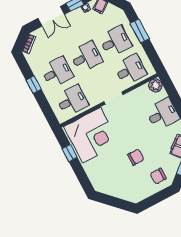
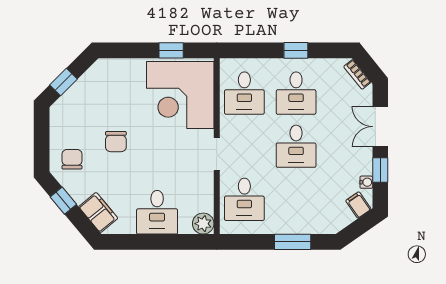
desk: (115, 41) -> (296, 199), removed
window: (118, 203) -> (64, 82), added

